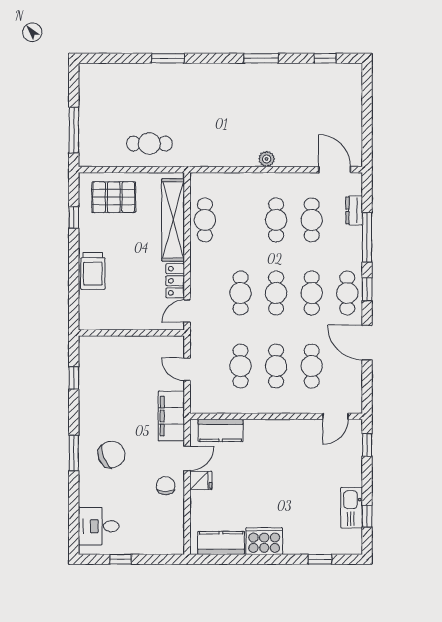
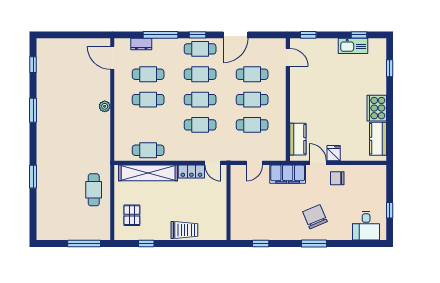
door: (335, 170) -> (112, 58), hinge flipped
pallet: (114, 197) -> (132, 215), width x0.67, depth x0.71

